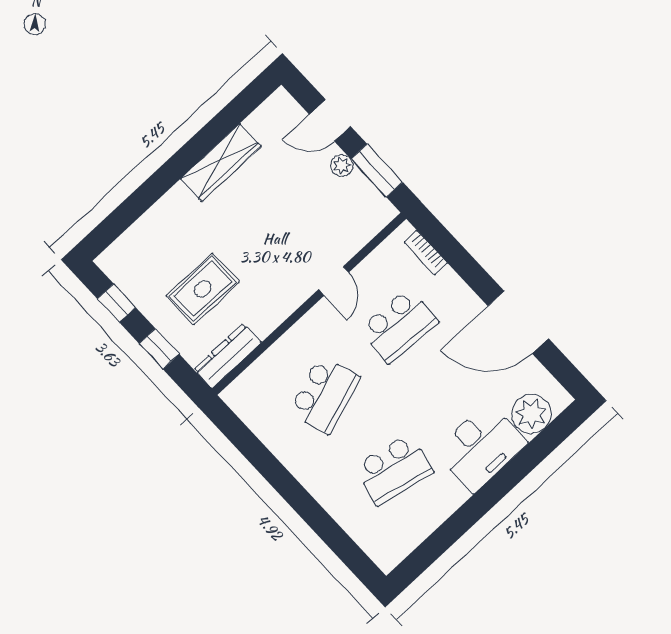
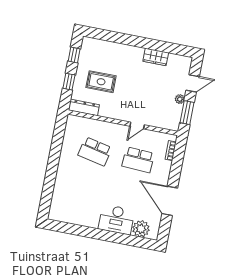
door: (330, 120) -> (193, 83), swing flipped
wardrobe: (221, 163) -> (156, 57), width x0.67
school desk: (324, 395) -> (95, 151), turned 30
school desk: (394, 469) -> (87, 195), removed

